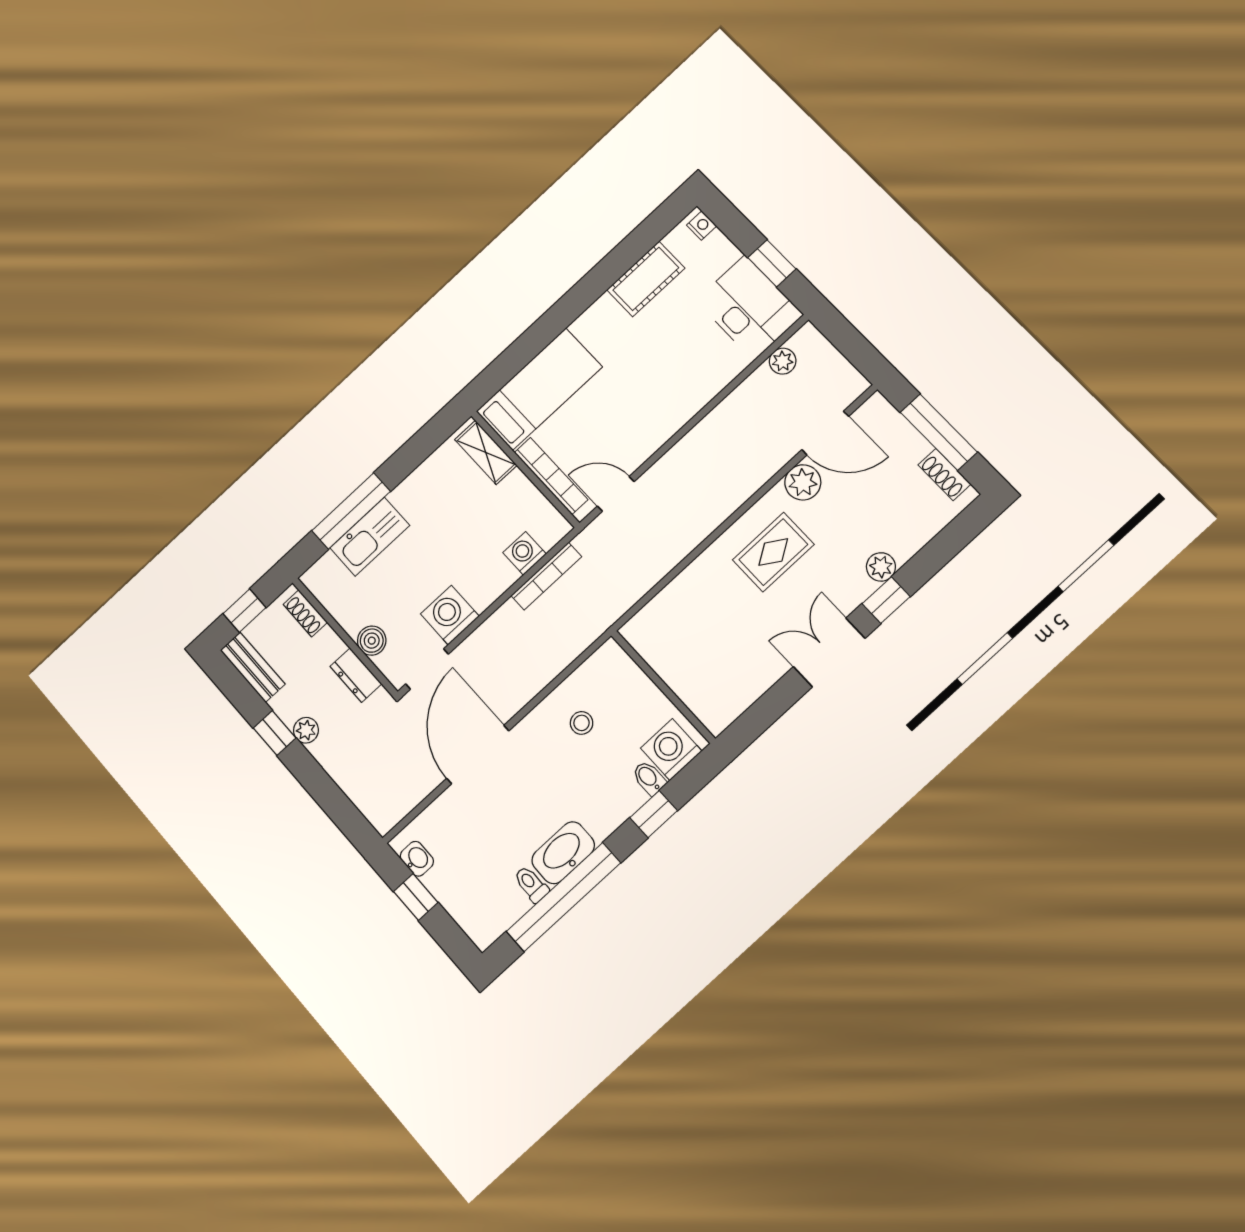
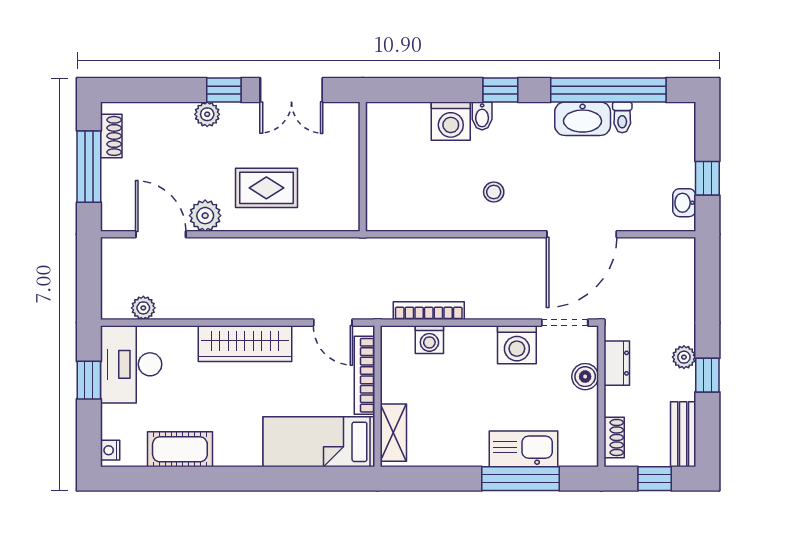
wardrobe: (672, 410) -> (245, 344), added
wall: (663, 687) -> (363, 167), moved

